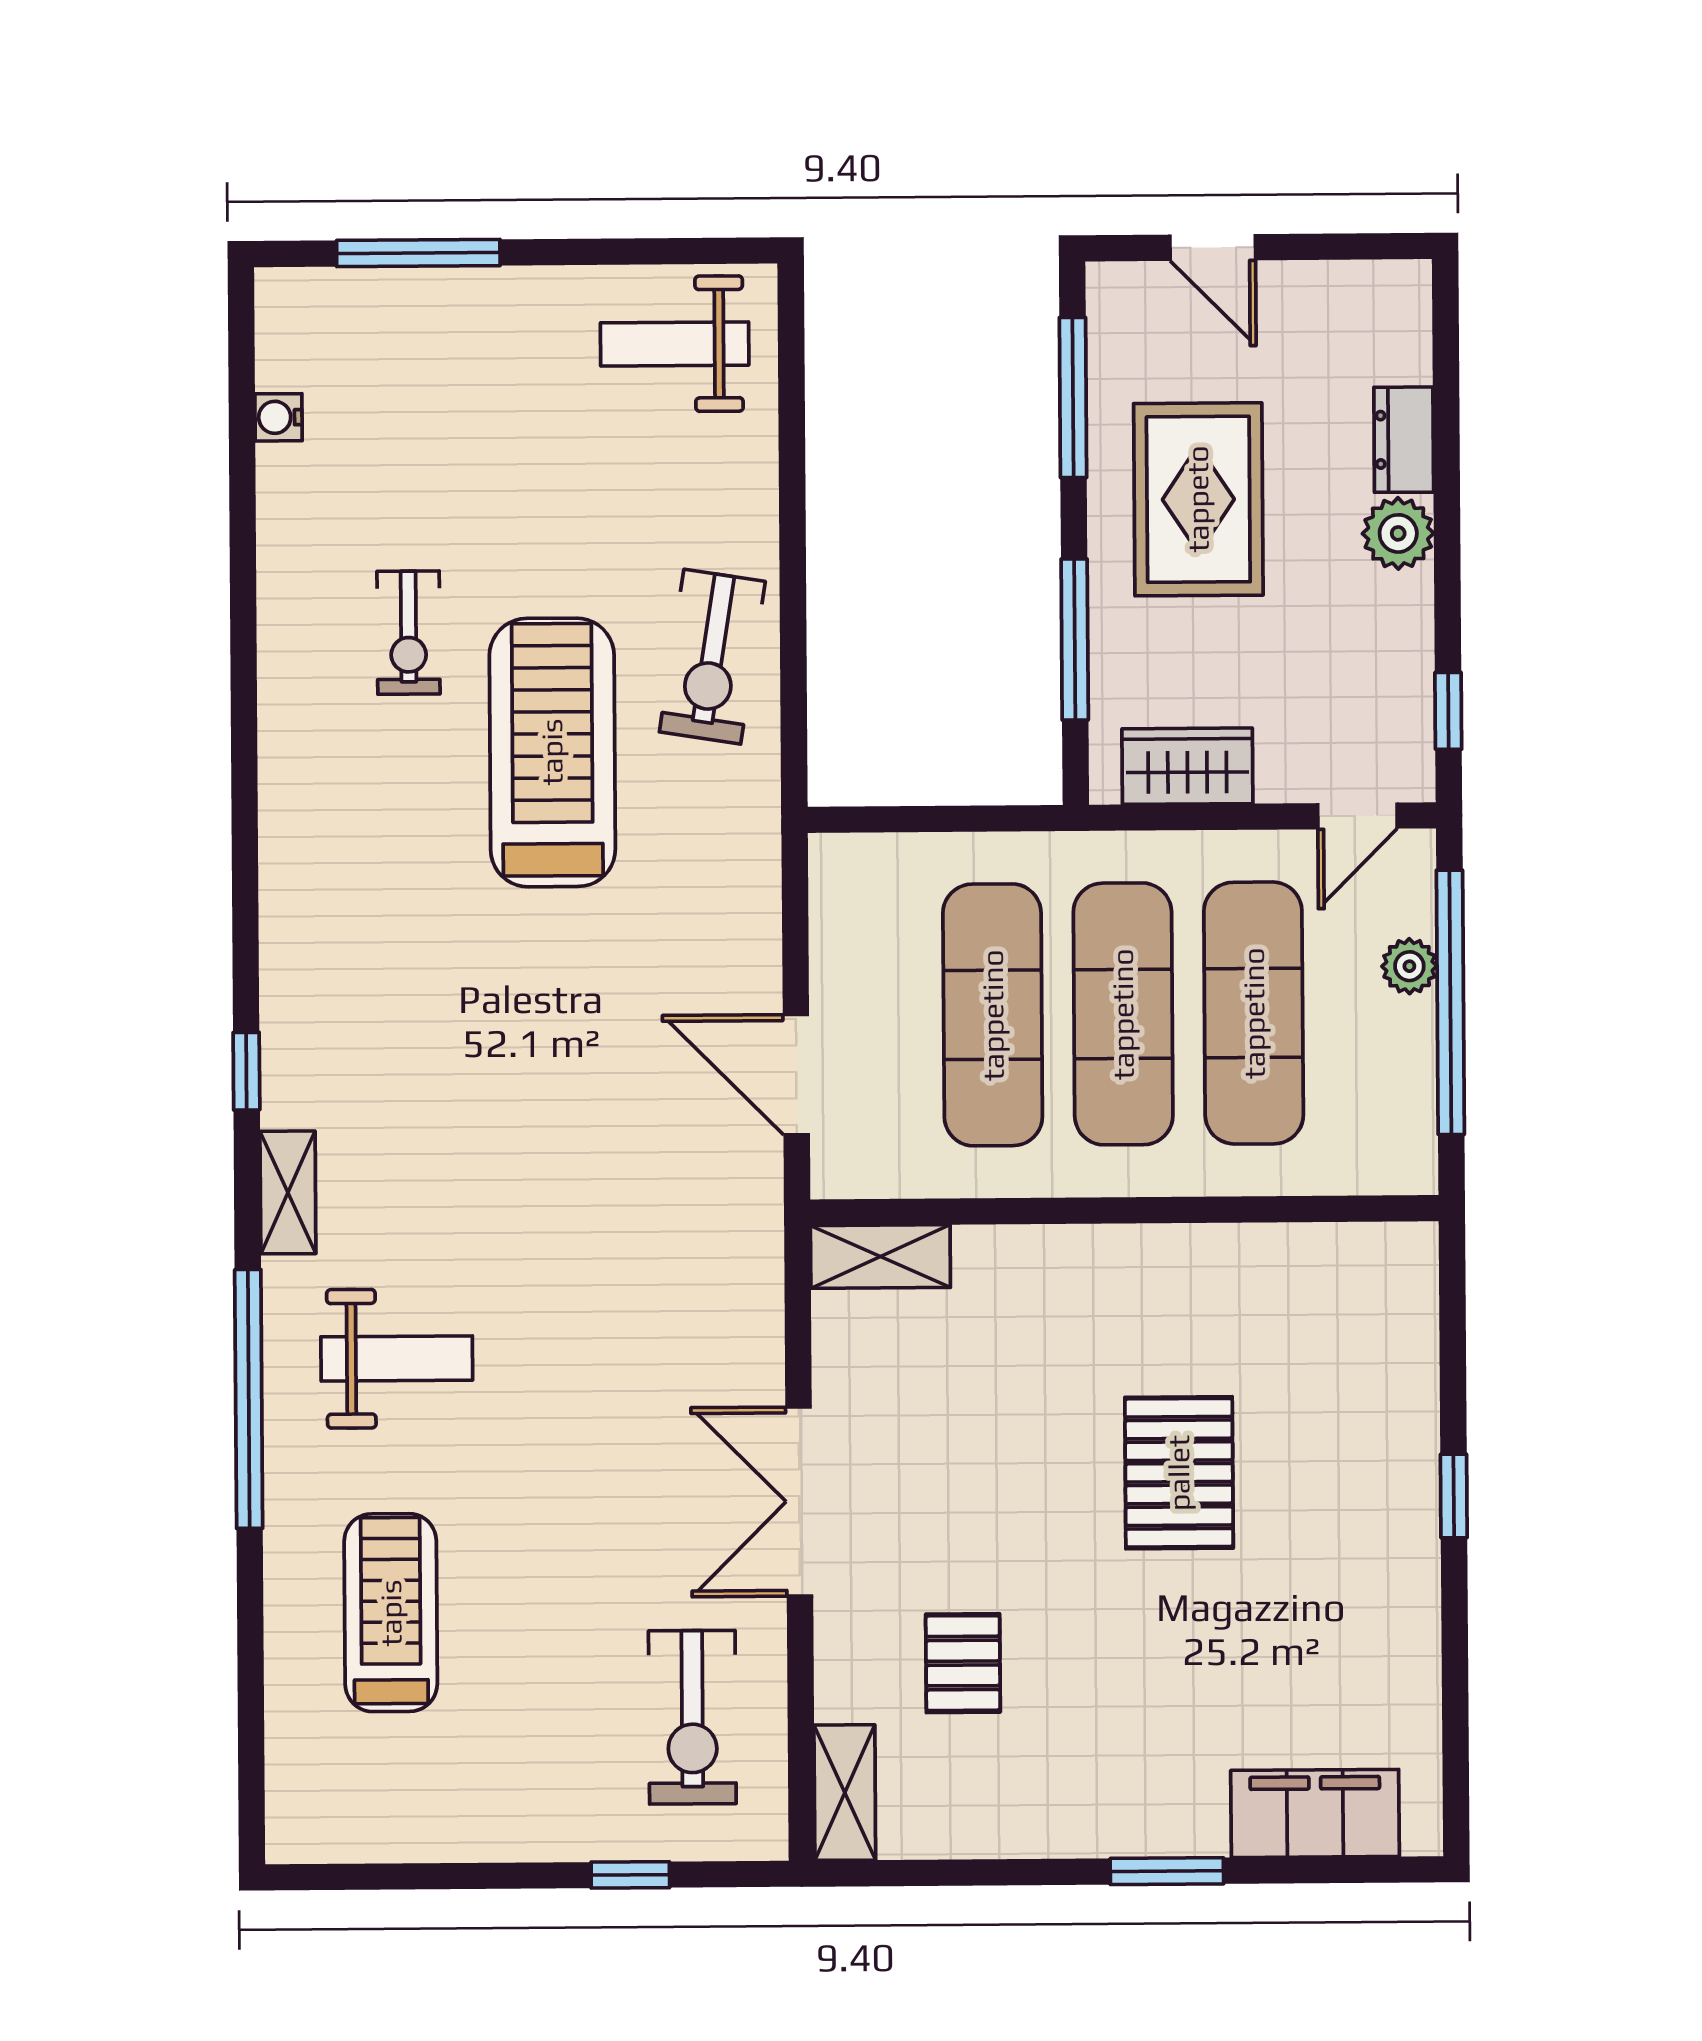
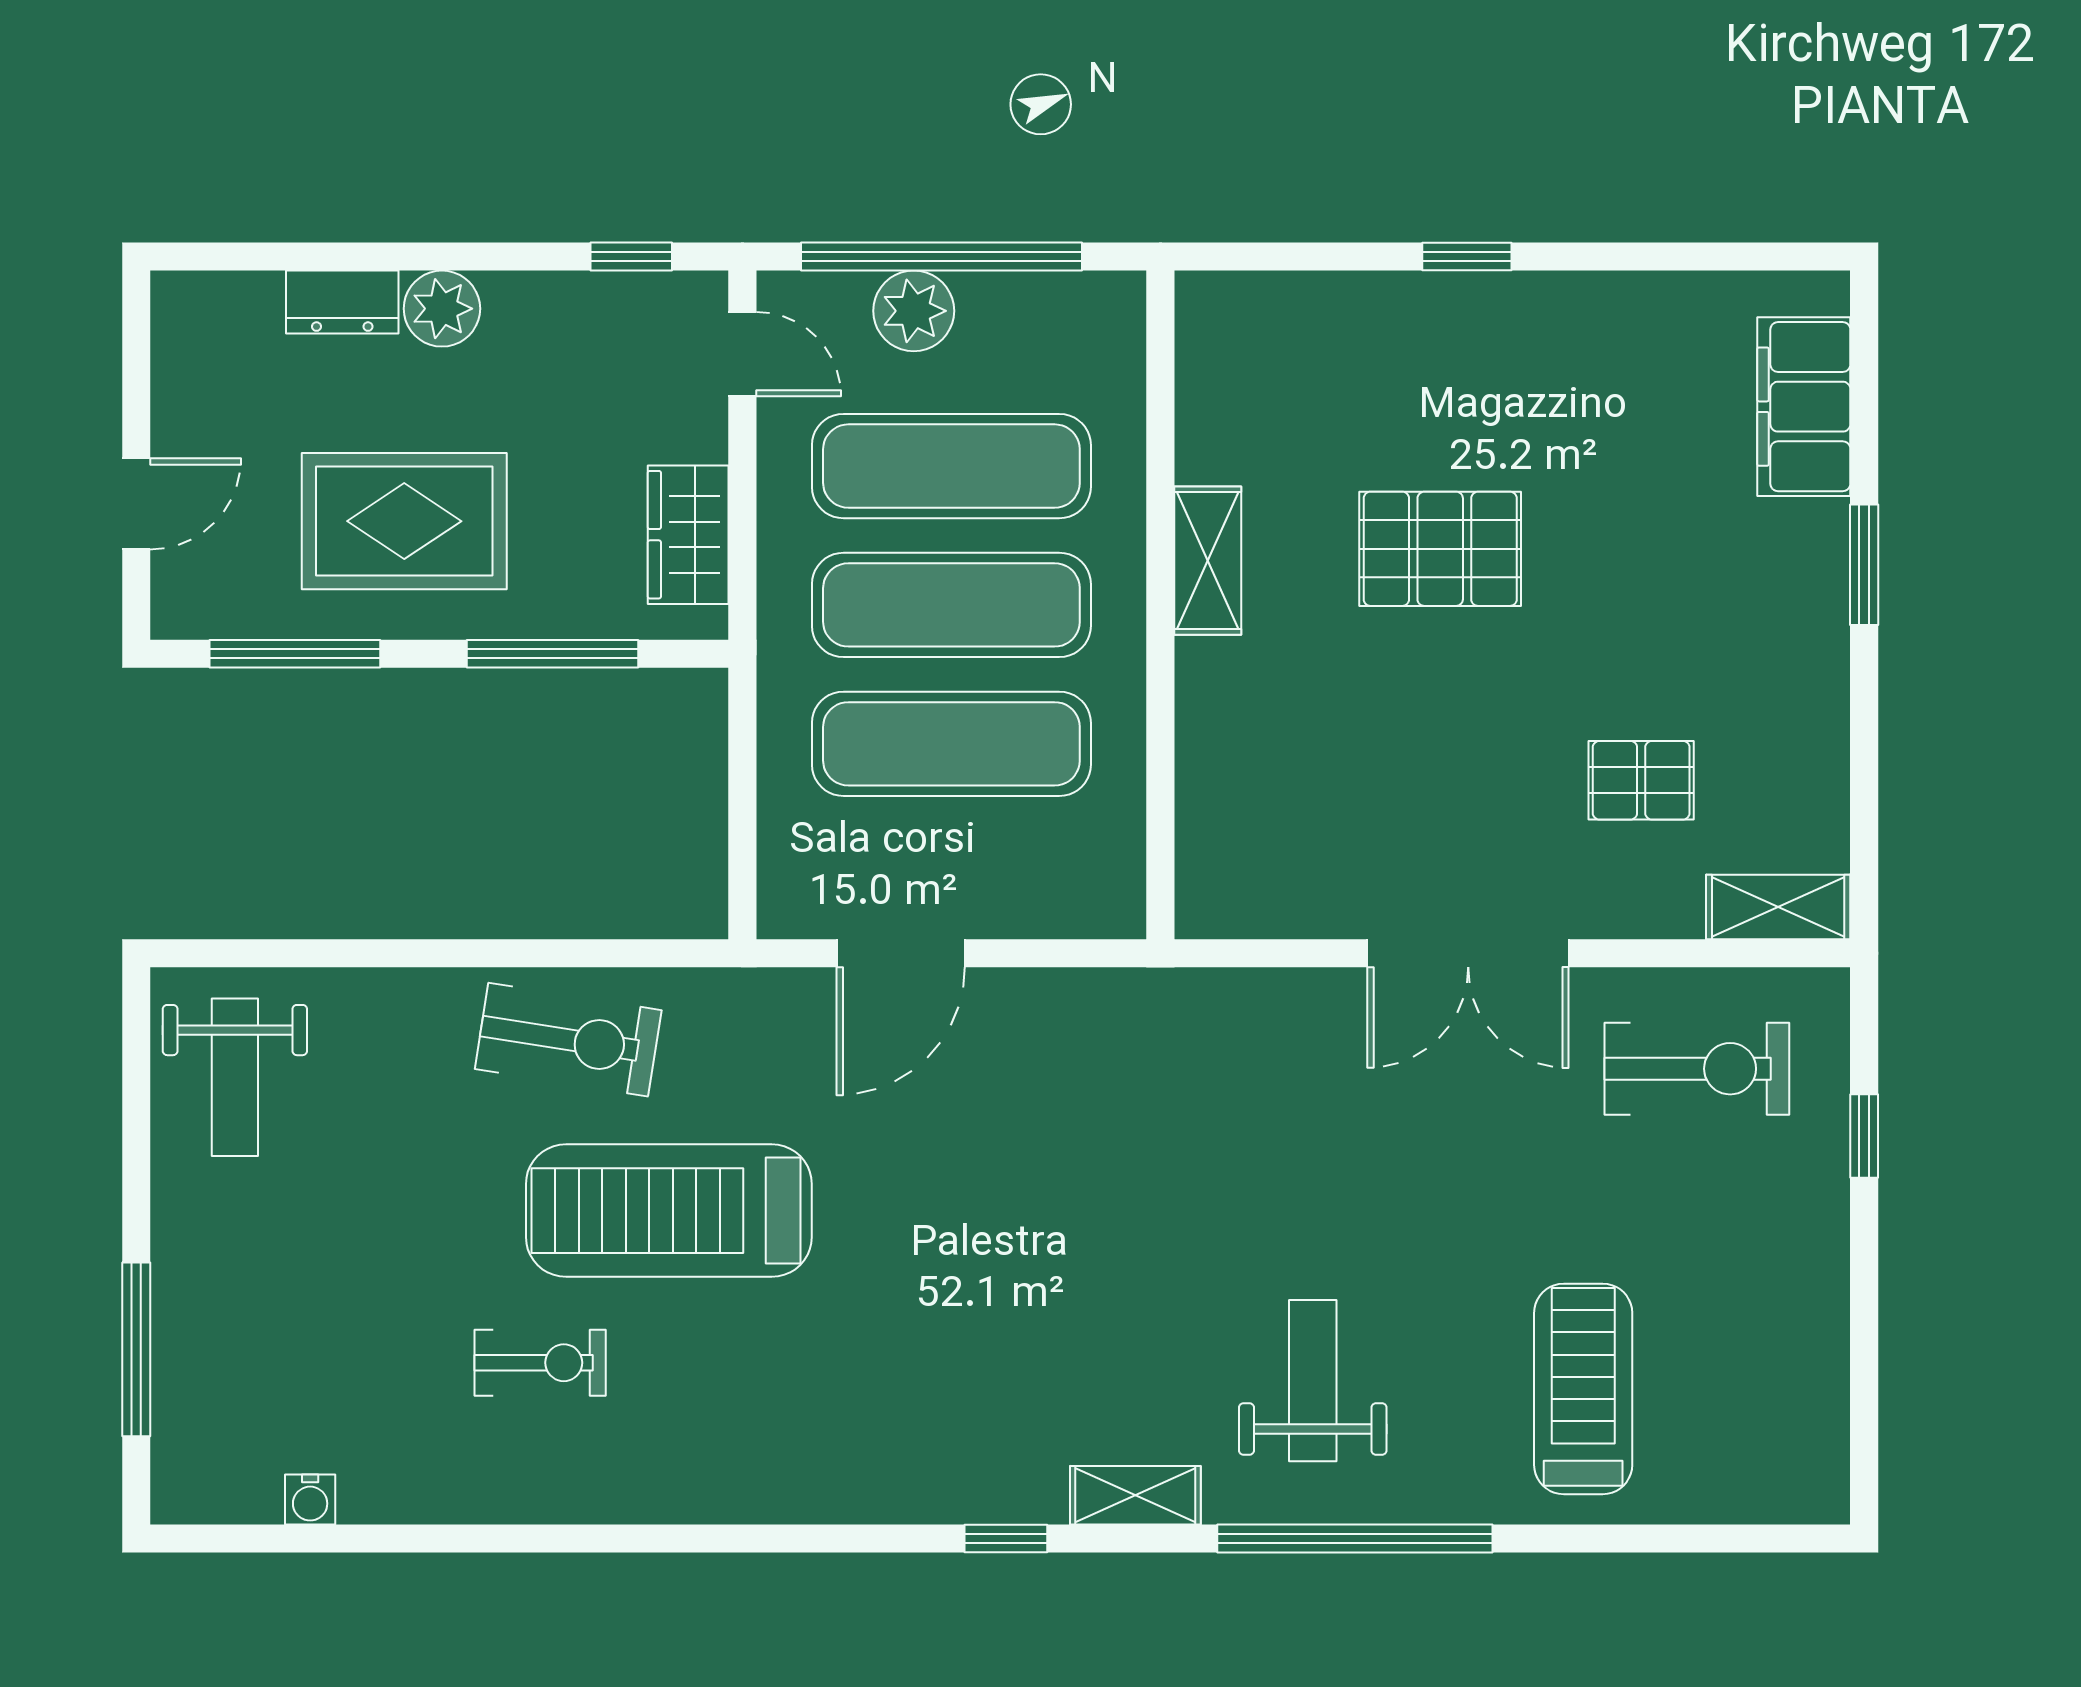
plant: (1409, 966) -> (914, 311), width x1.38, depth x1.38
door: (796, 1075) -> (901, 953), moved
shelving: (880, 1257) -> (1208, 561), moved
treadmill: (391, 1613) -> (1583, 1389), turned 90

